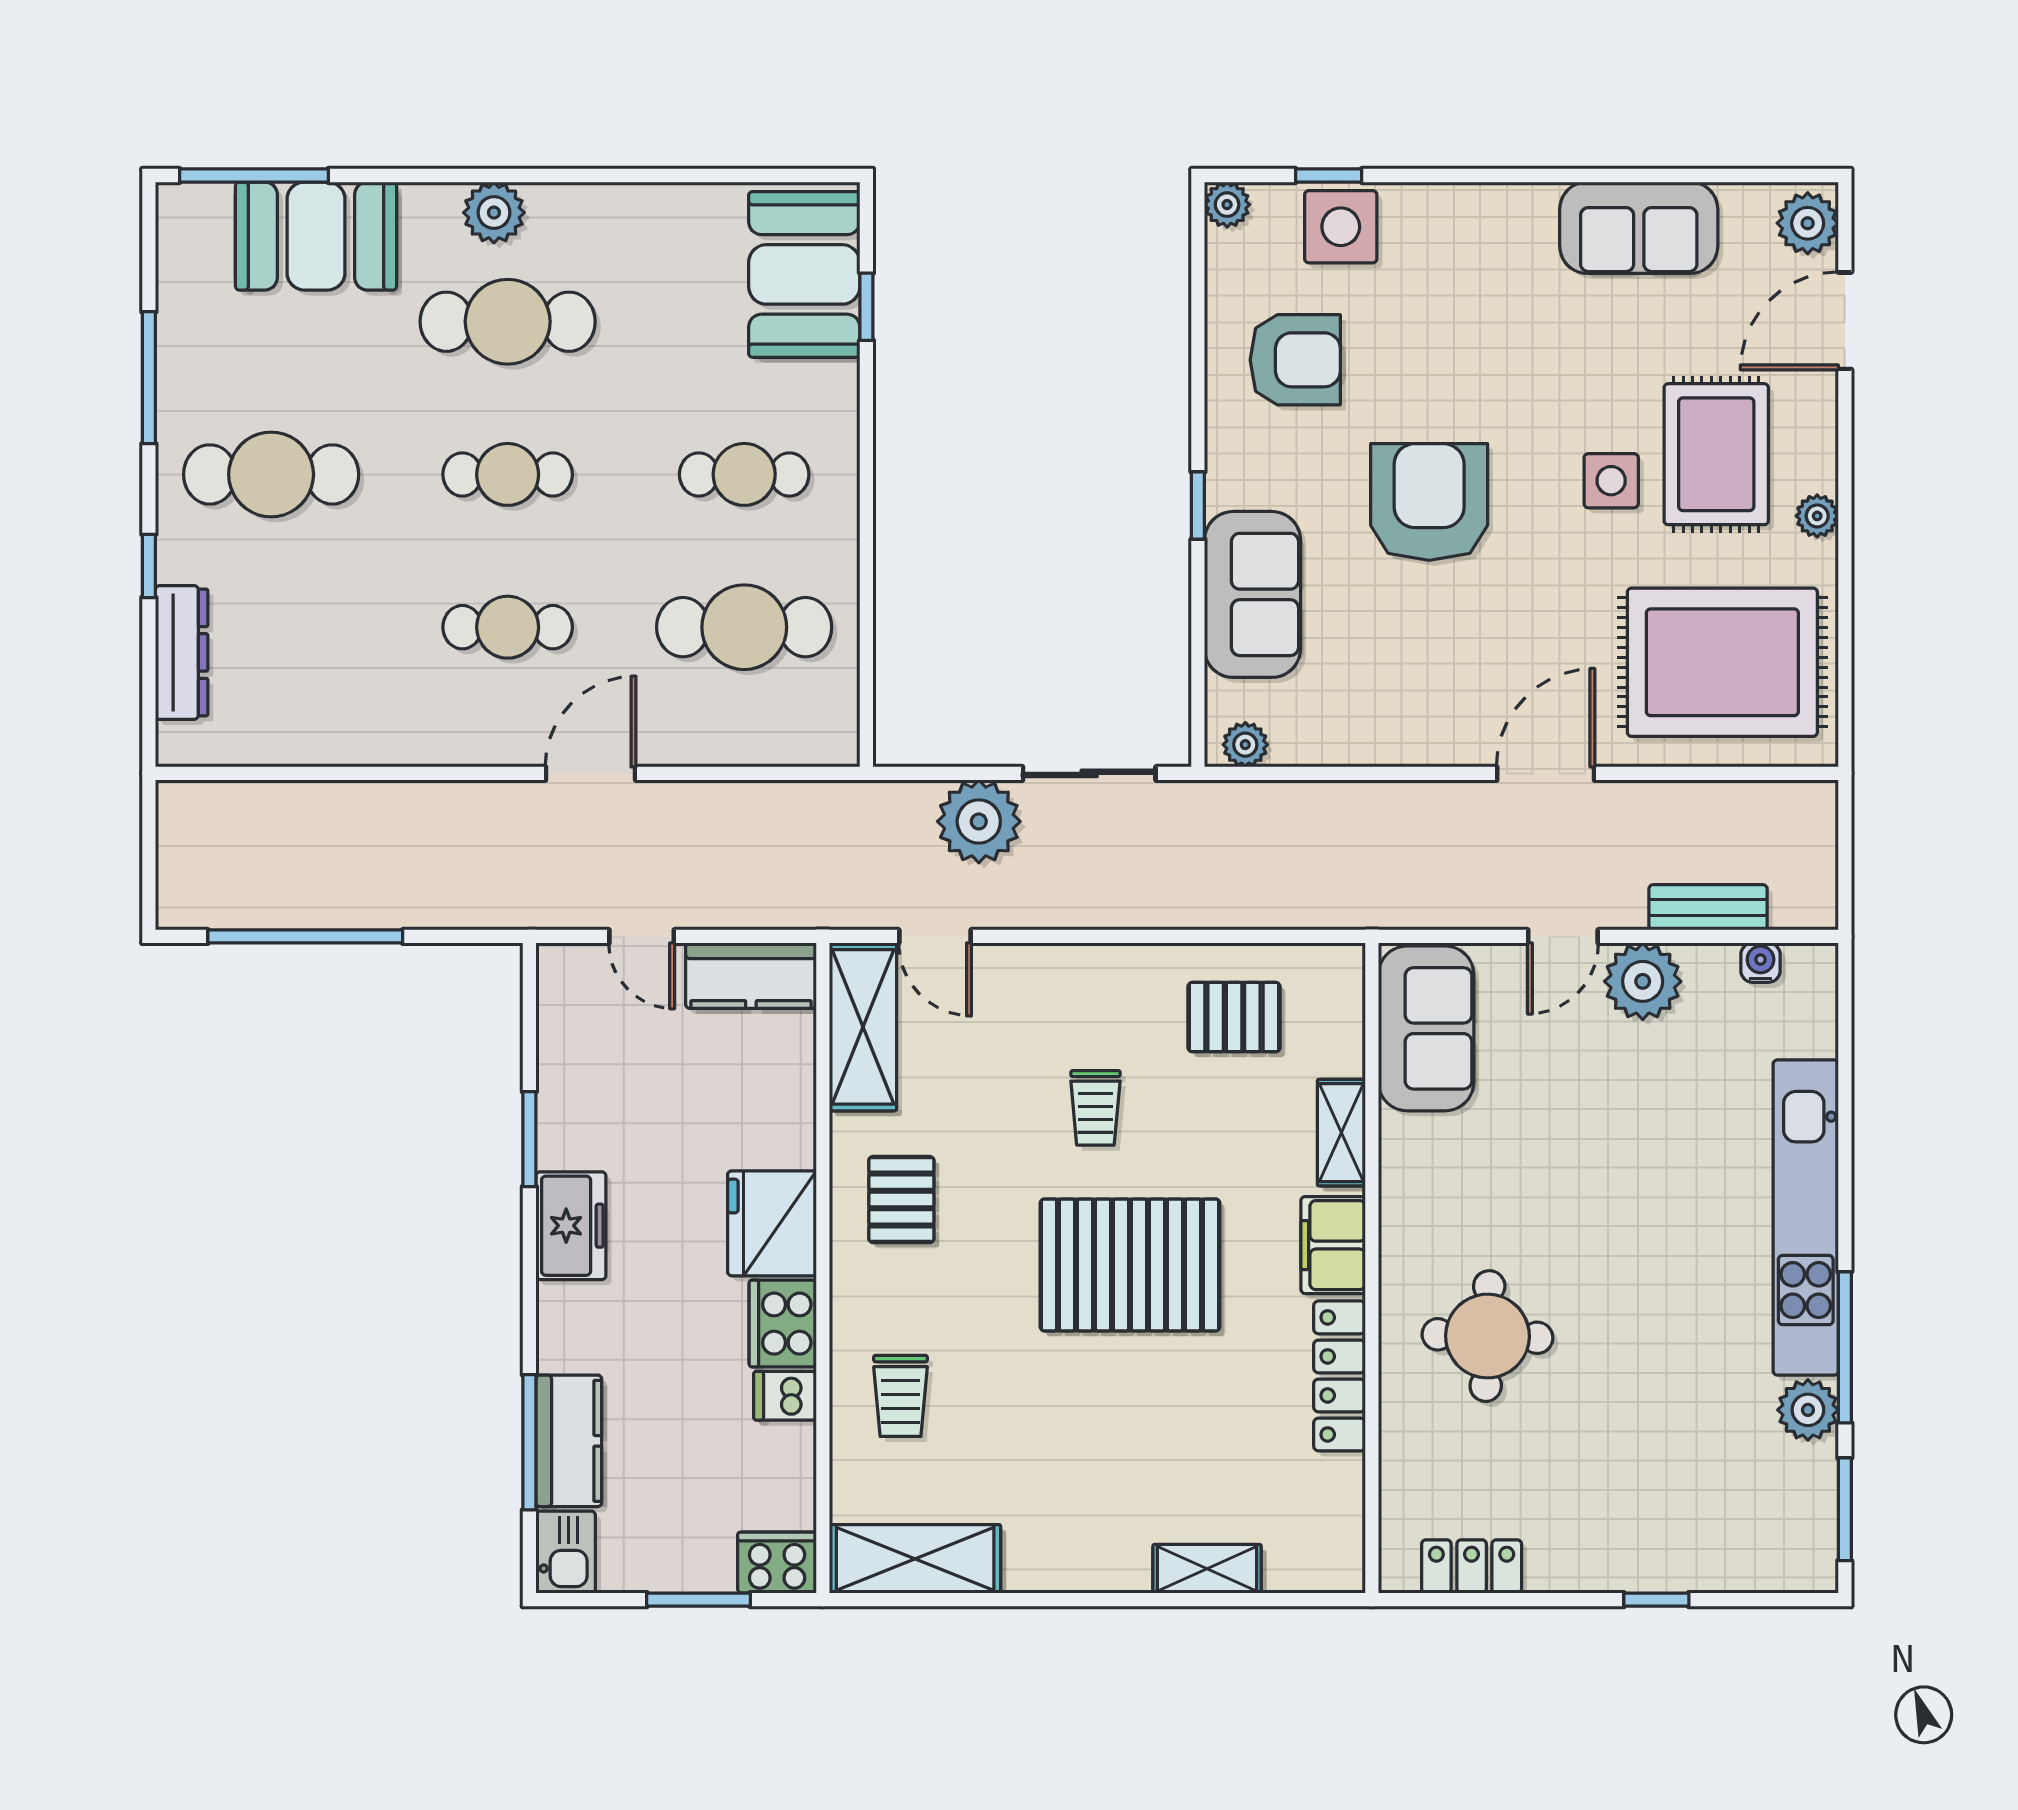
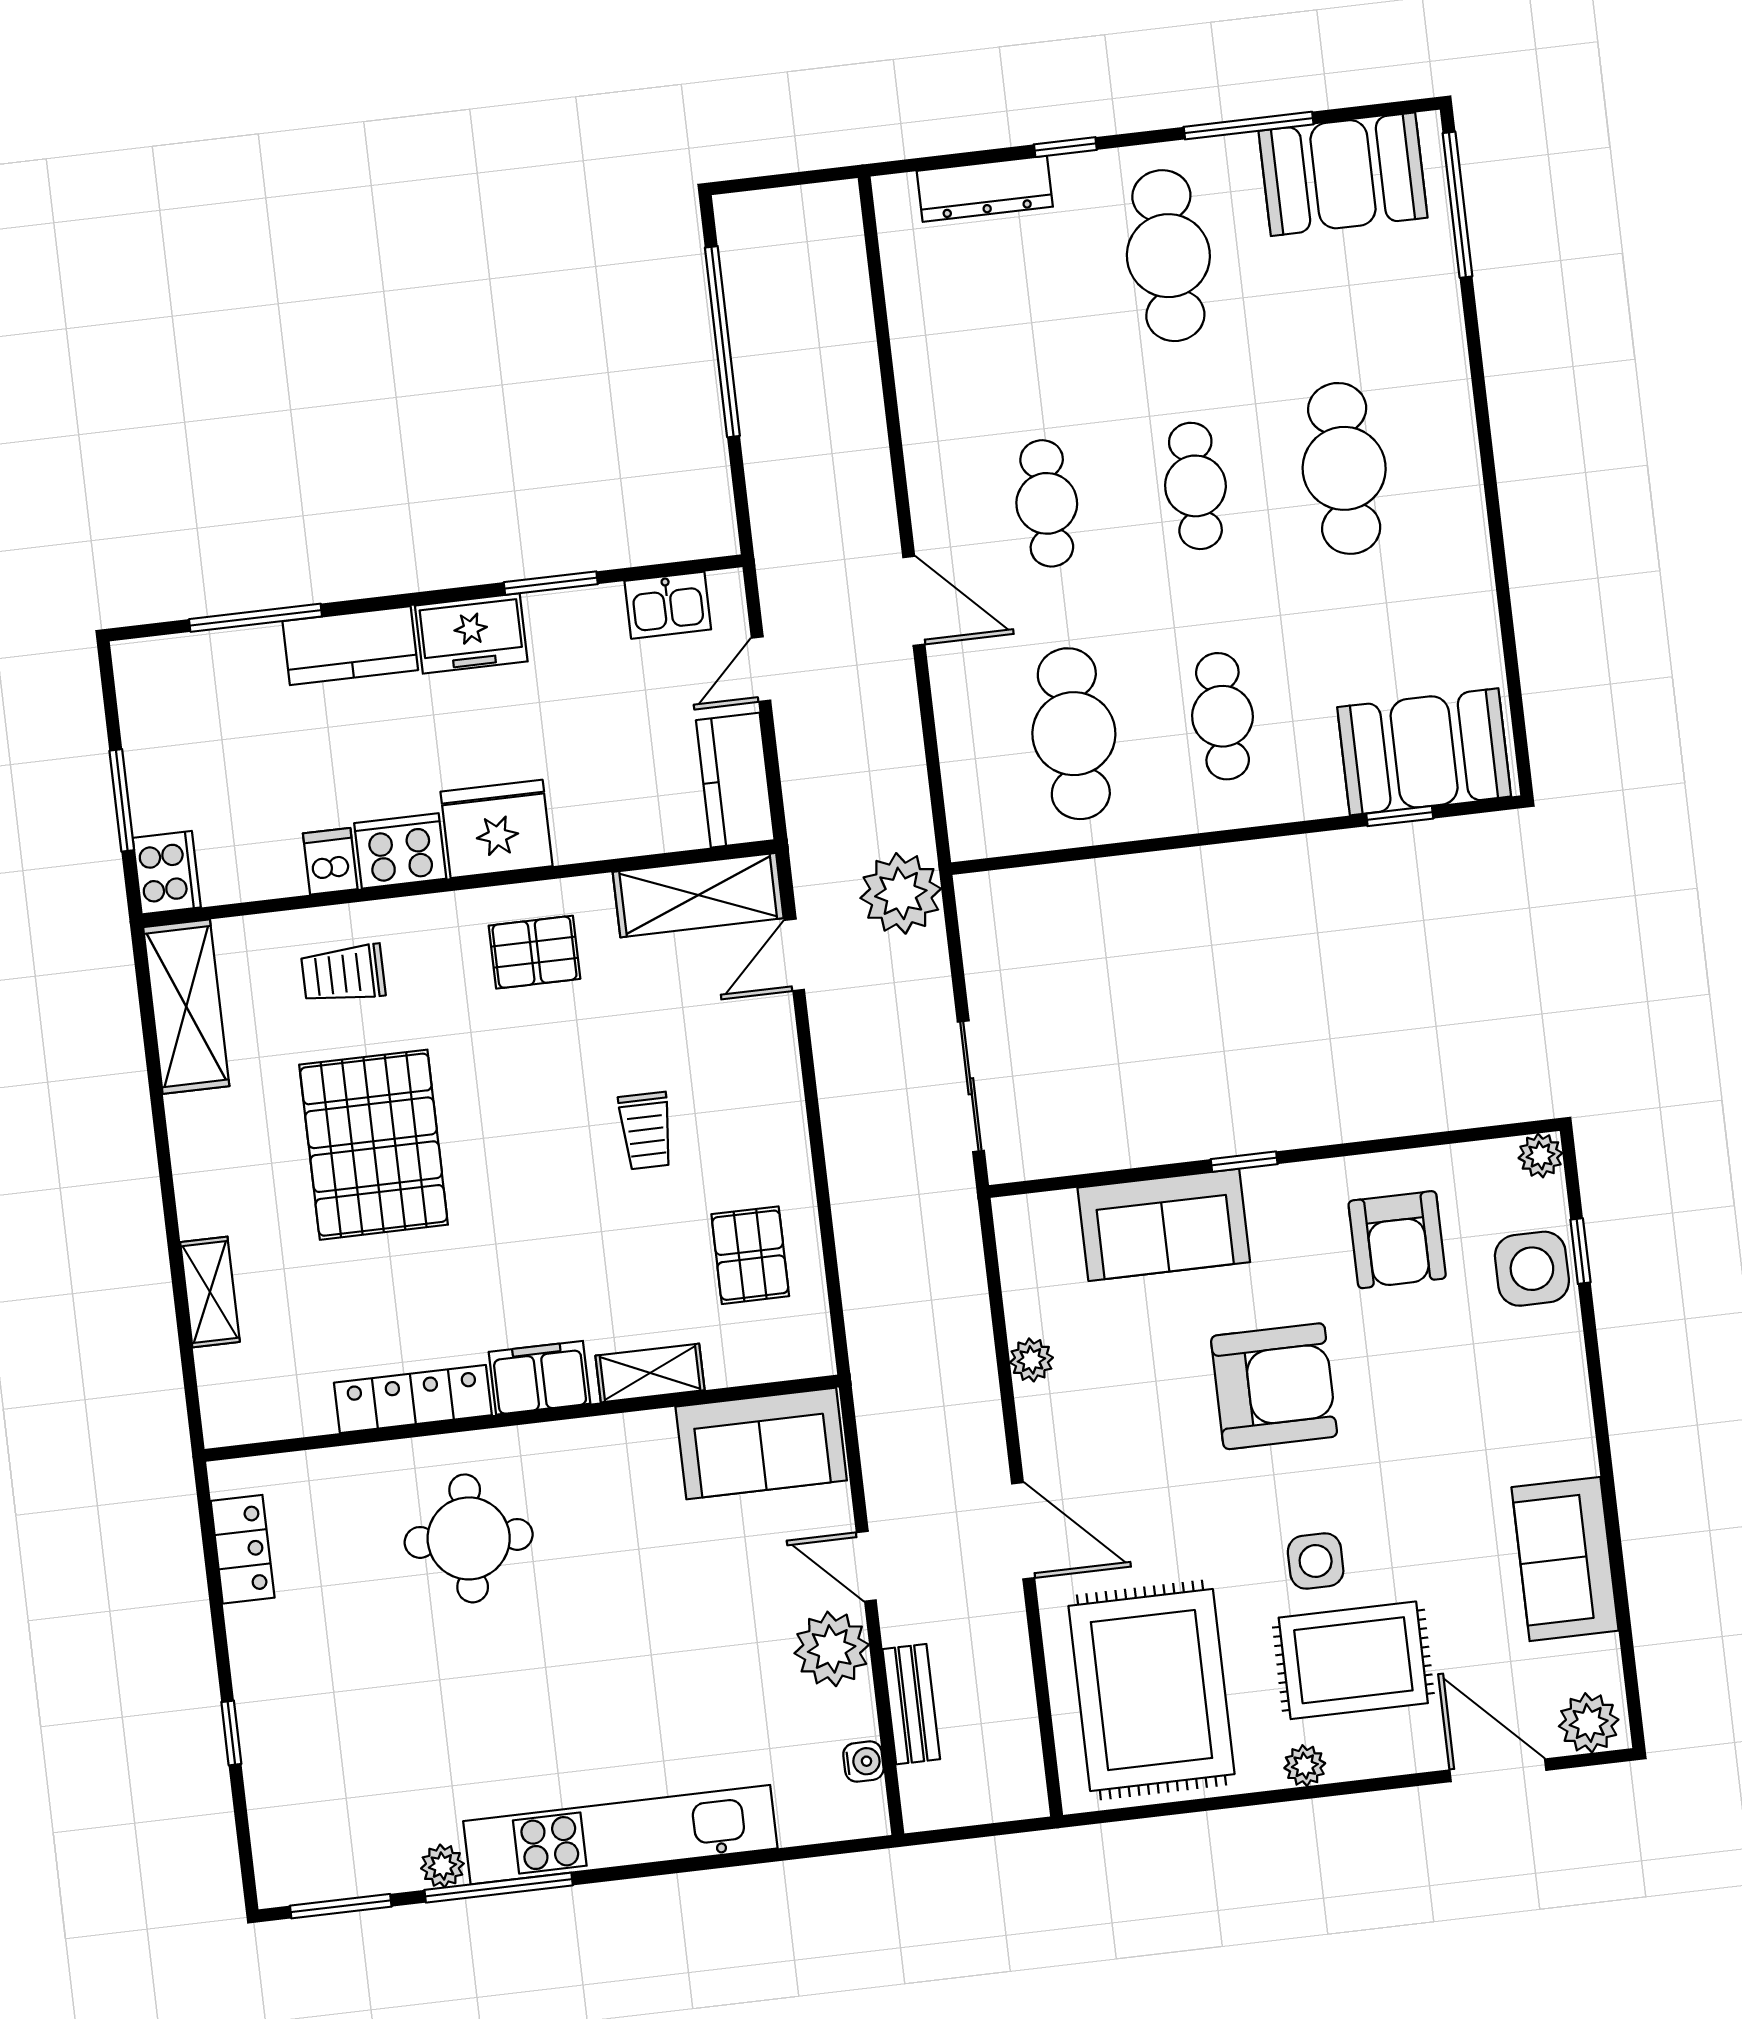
plant: (494, 213) -> (1449, 443), removed
booth: (316, 236) -> (1343, 174), moved, turned 90
plant: (1245, 745) -> (1031, 1360), moved
plant: (979, 821) -> (901, 893), moved
trolley: (1095, 1108) -> (646, 1131), turned -90
pallet: (1130, 1265) -> (374, 1145), moved
plant: (1808, 1410) -> (442, 1866), width x0.73, depth x0.73
kitchen counter: (569, 1441) -> (350, 646), moved
kitchen sink: (566, 1552) -> (668, 605), moved

